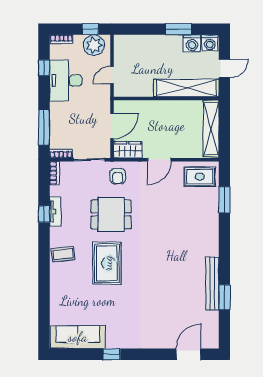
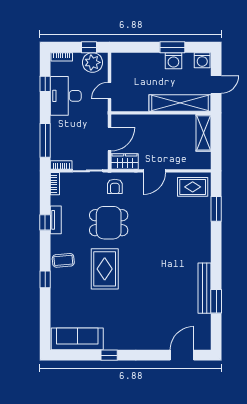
washing machine: (192, 43) -> (173, 61), moved
shelving: (211, 129) -> (203, 133), width x0.68
window: (44, 274) -> (45, 279), added

